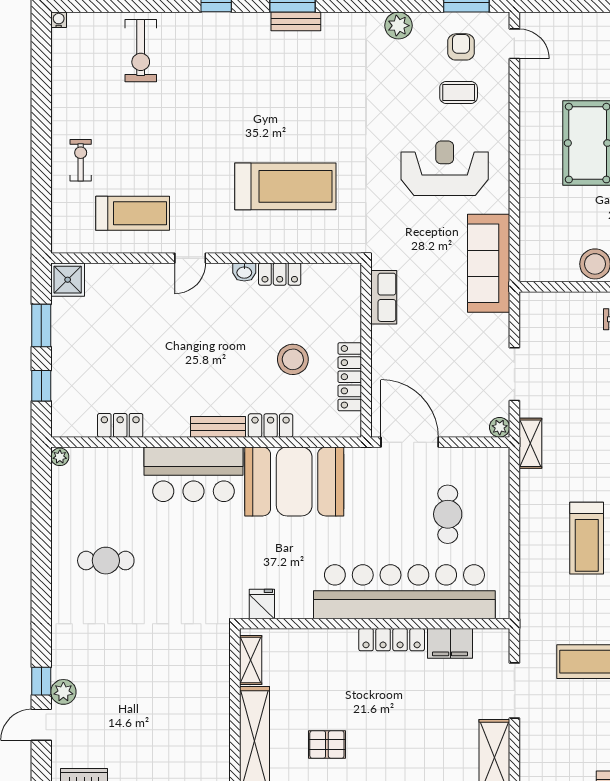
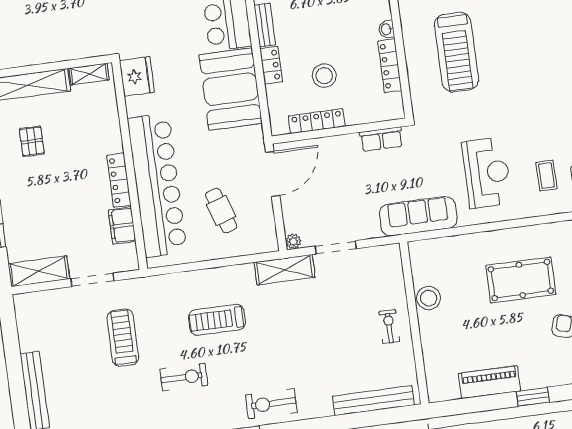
locker: (280, 274) -> (390, 66), width x1.53
shelving: (530, 443) -> (285, 270), width x1.50, depth x1.33
cafe table: (448, 514) -> (221, 211), turned 72
fridge: (262, 604) -> (137, 76), width x1.88, depth x1.34

